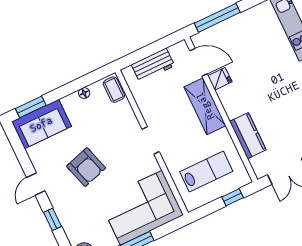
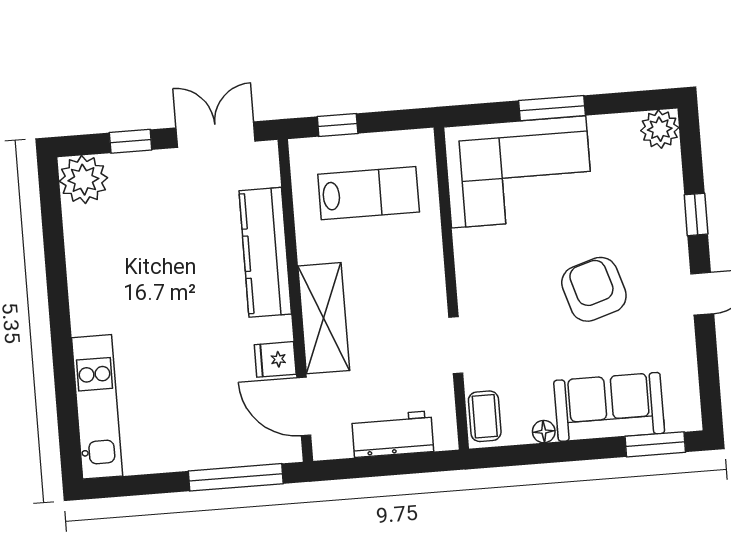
sofa: (41, 124) -> (609, 407), moved
kitchen counter: (248, 136) -> (265, 252), width x1.50
doorway: (151, 140) -> (456, 345), moved
lab bench: (206, 171) -> (369, 193), turned 180

